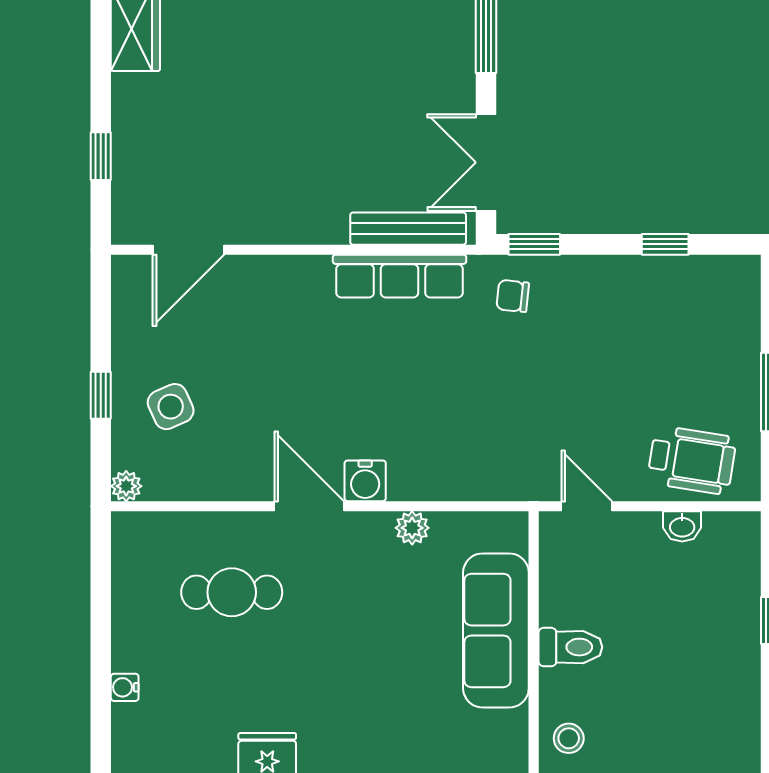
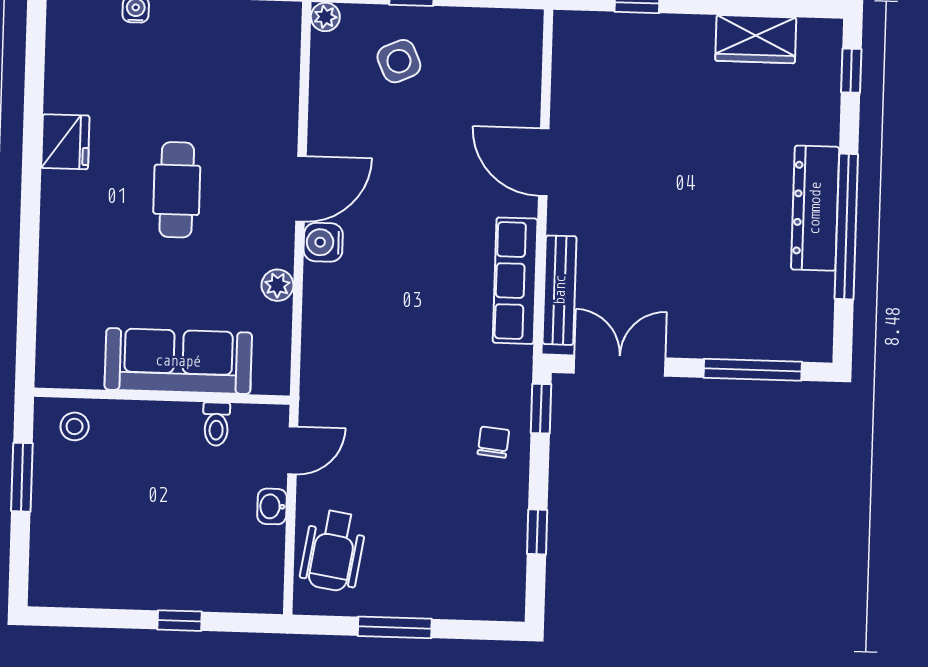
door: (188, 250) -> (544, 162), moved
chair: (513, 296) -> (493, 442), moved
washbasin: (682, 526) -> (272, 506), moved
cafe table: (232, 592) -> (177, 190), moved
toilet: (570, 647) -> (216, 424), moved, width x0.73, depth x0.72

